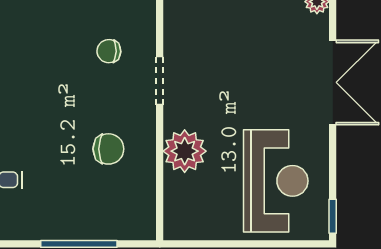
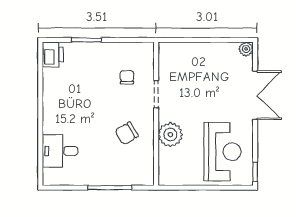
chair: (109, 51) -> (127, 77), turned 88
chair: (108, 149) -> (127, 133), turned 150

